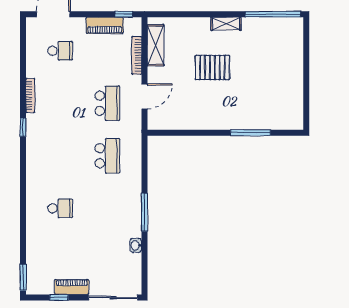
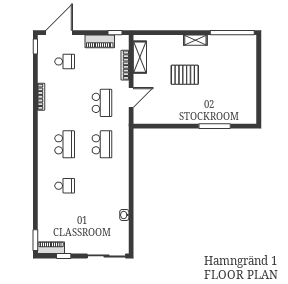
window: (23, 127) -> (35, 46), moved
school desk: (60, 156) -> (65, 144), added
window: (144, 212) -> (131, 189), removed
piano: (72, 287) -> (51, 248), moved

